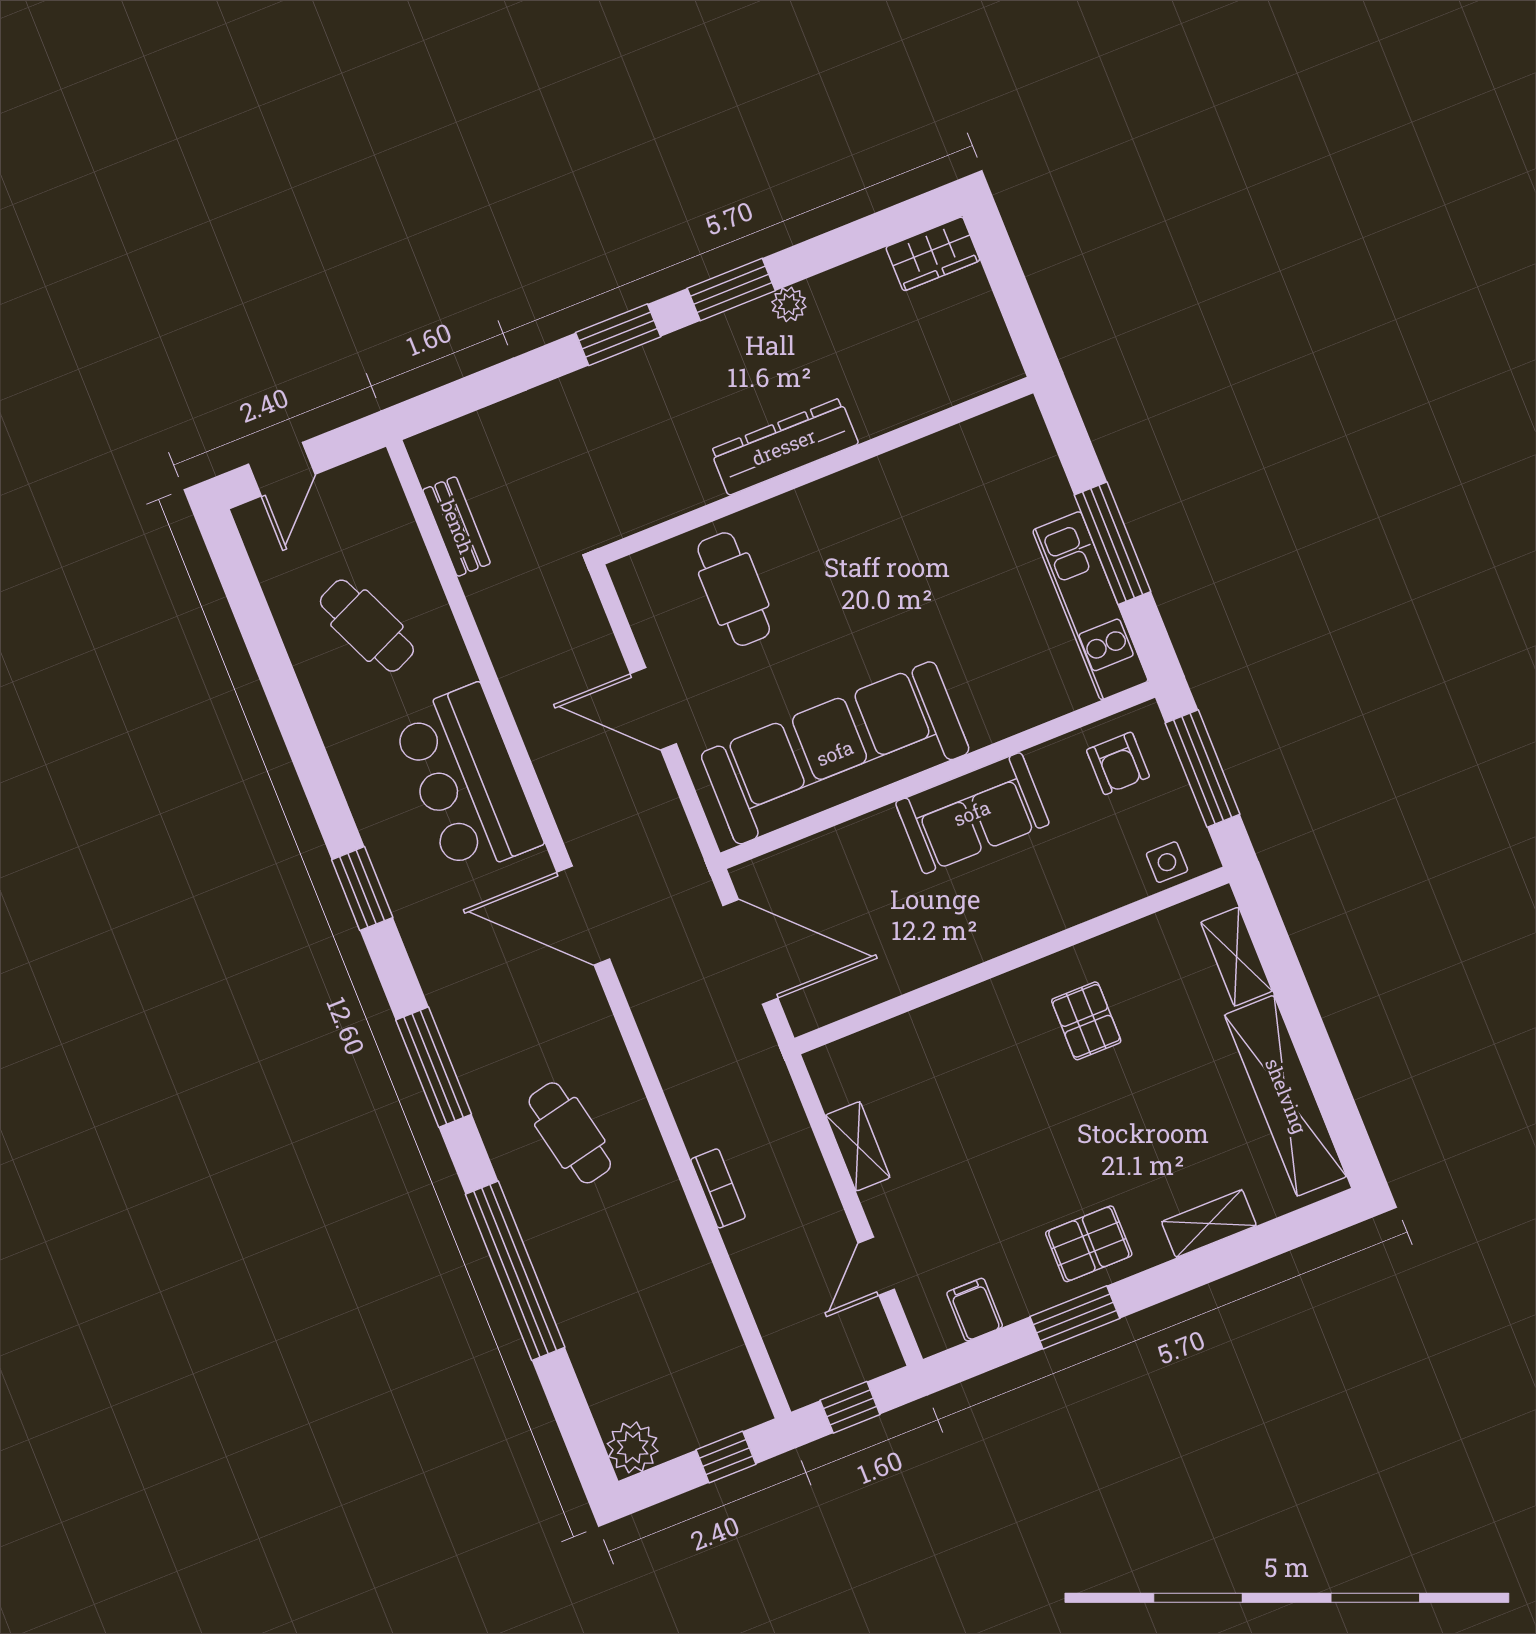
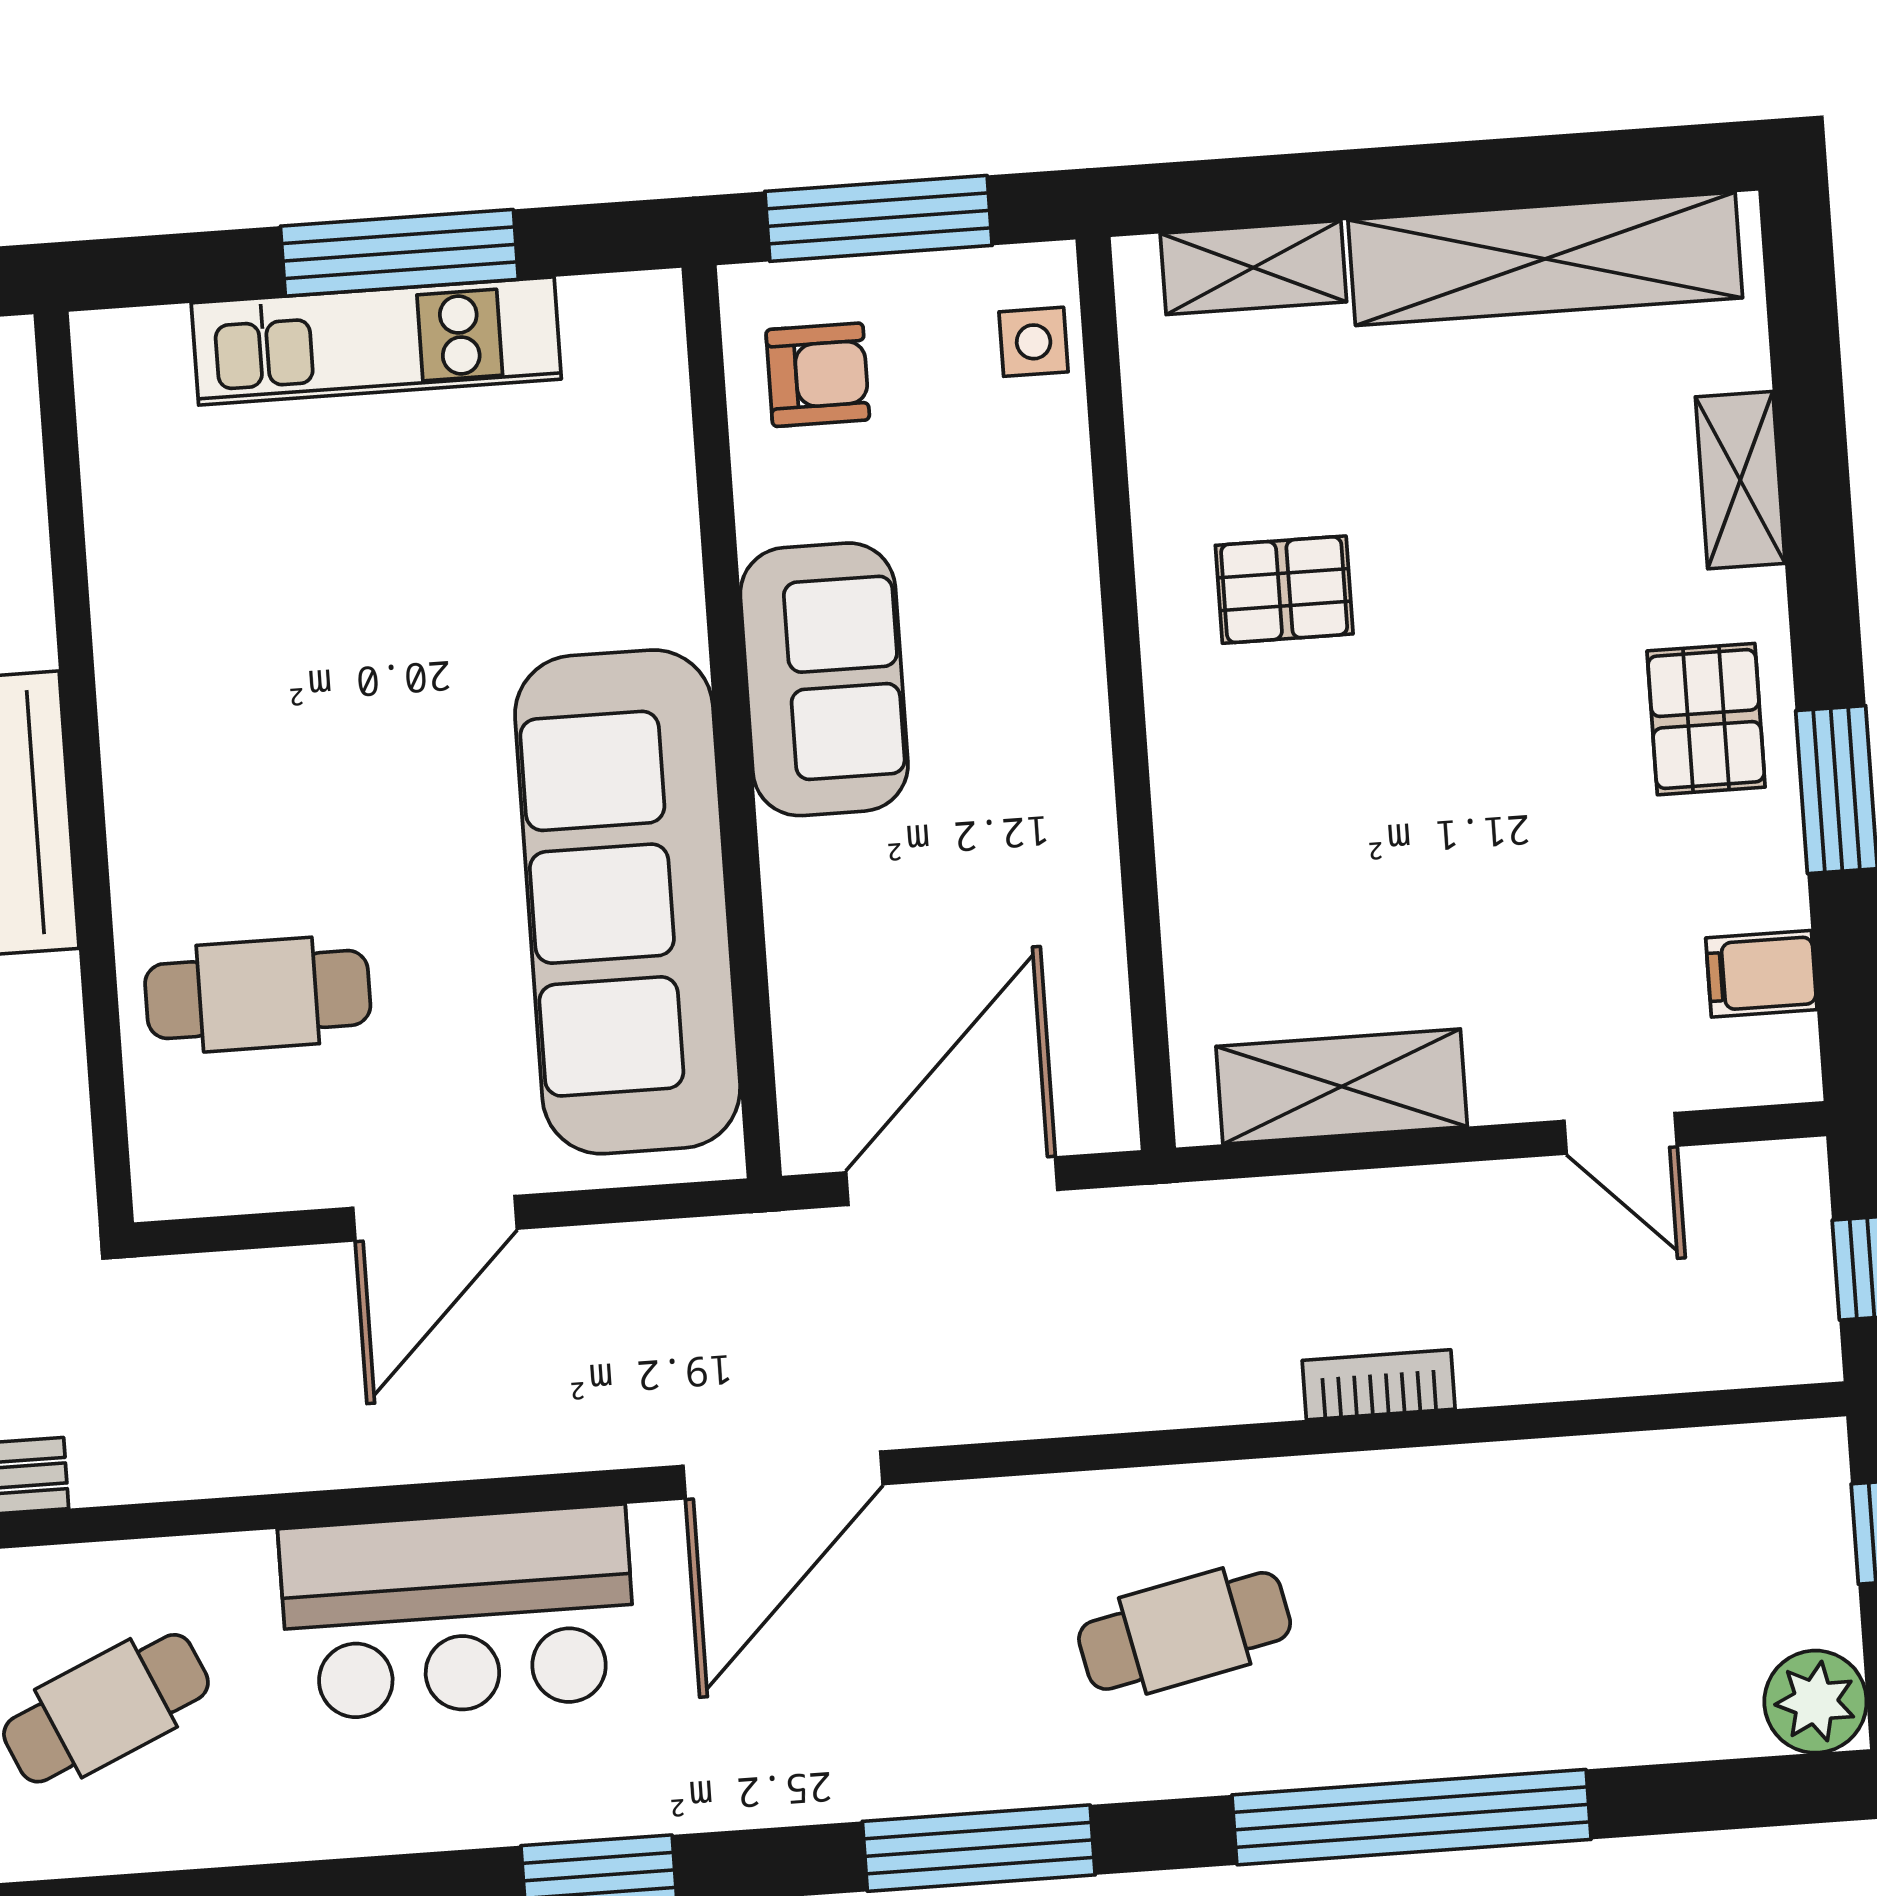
kitchen unit: (1090, 606) -> (376, 341), moved
shelving: (858, 1146) -> (1342, 1086), width x1.50, depth x1.33

